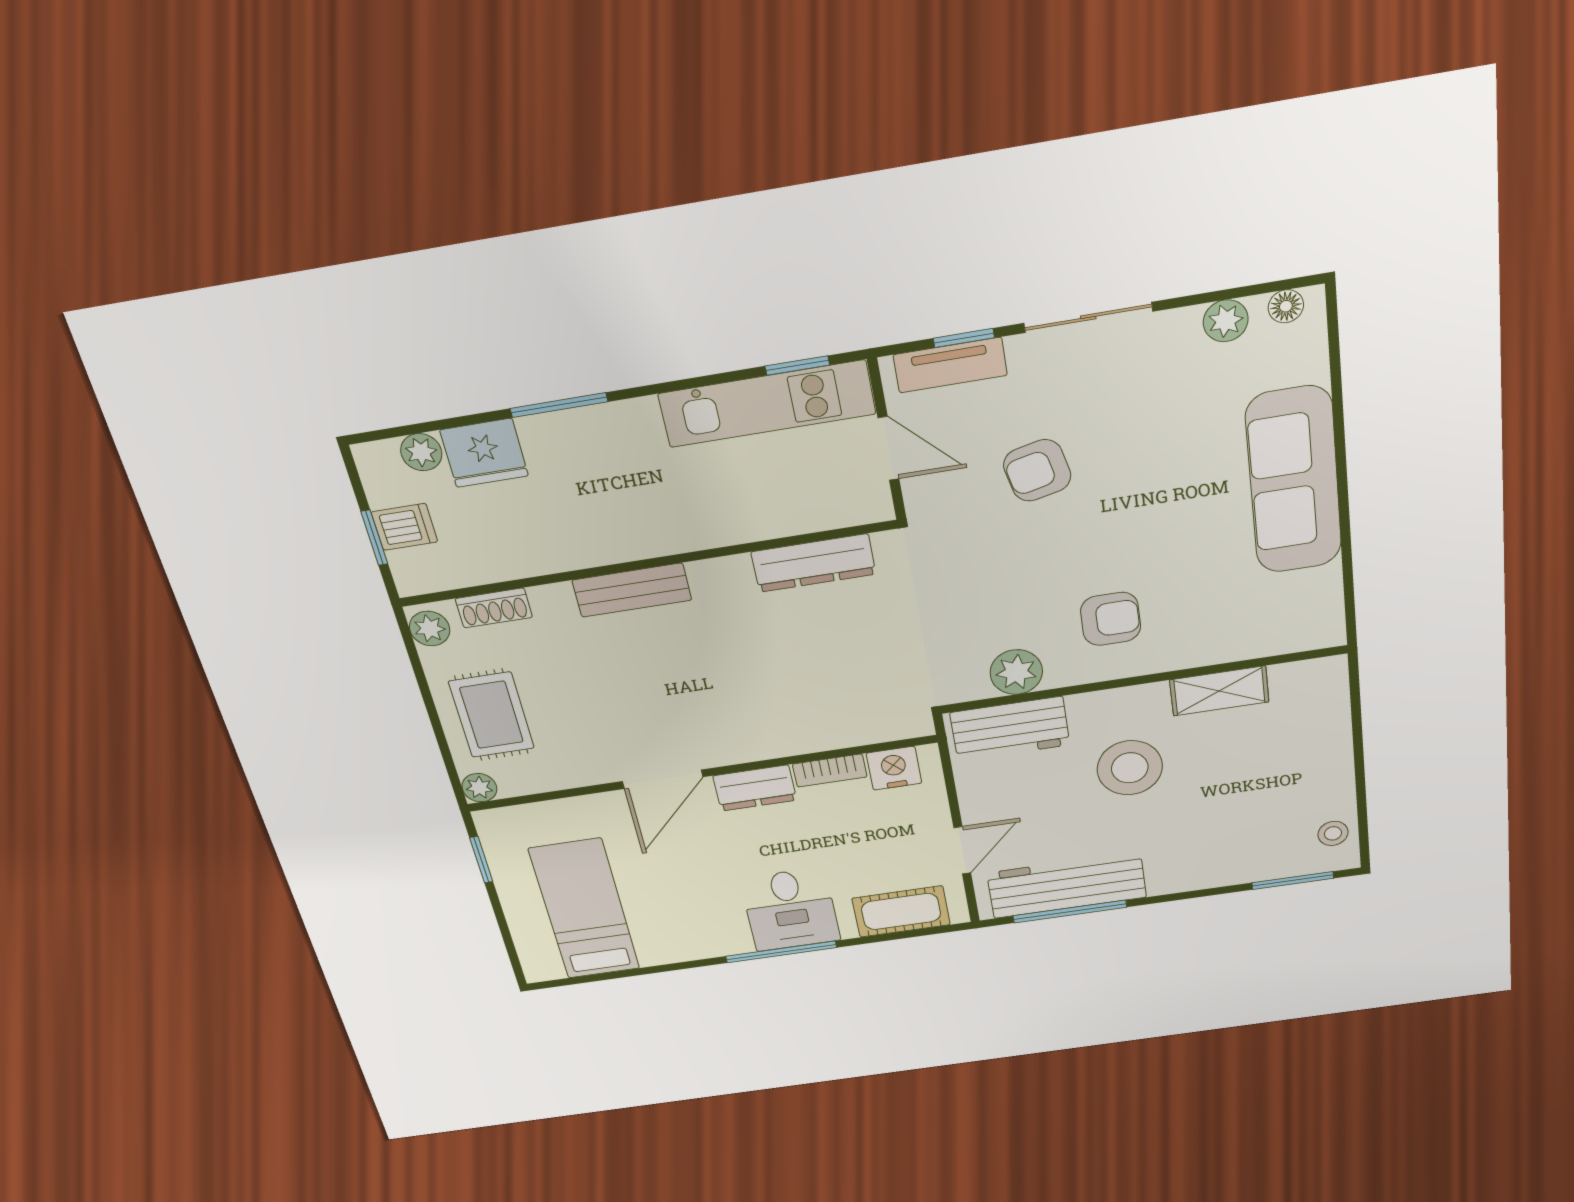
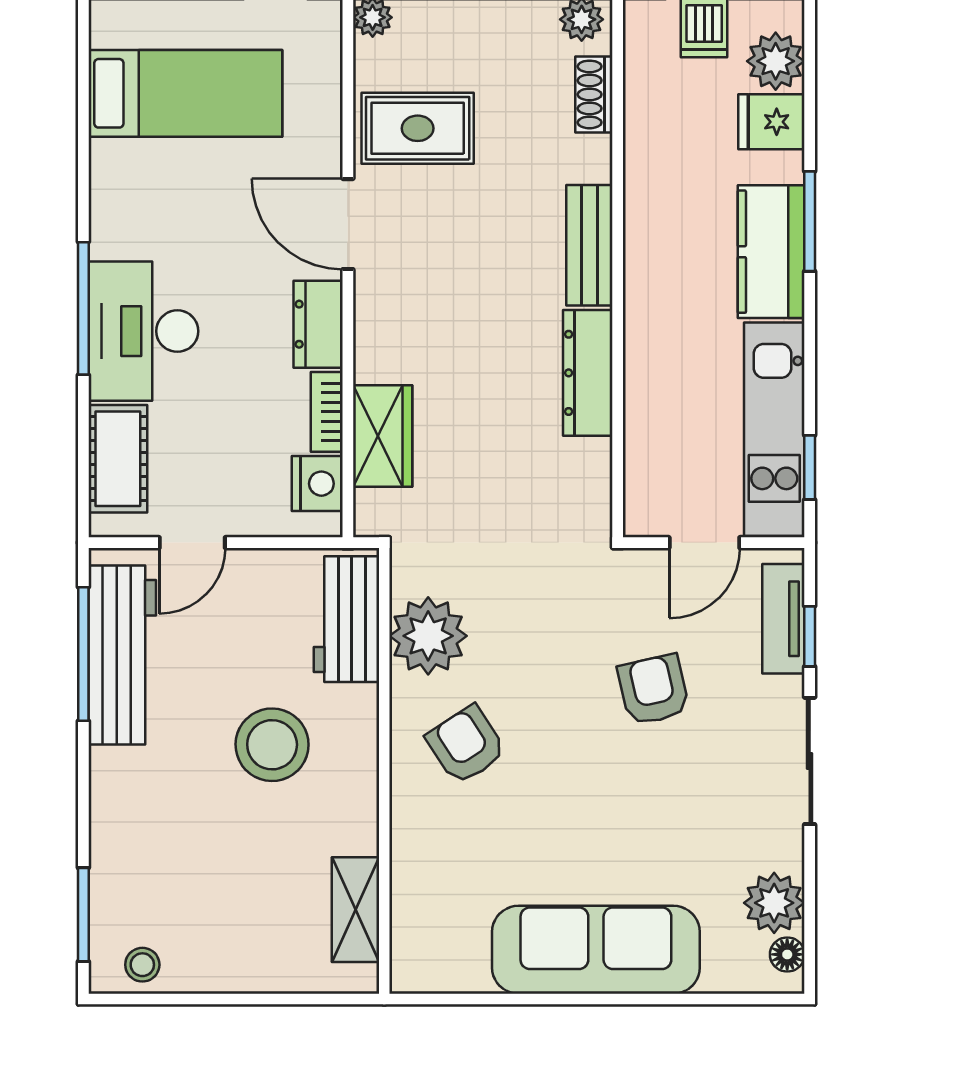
plant: (1226, 321) -> (774, 903), width x1.38, depth x1.38
kitchen counter: (597, 435) -> (771, 252), added
plant: (421, 452) -> (776, 61), width x1.38, depth x1.38
fridge: (484, 453) -> (771, 122), width x0.72
dresser: (814, 563) -> (588, 373), moved
armchair: (1111, 619) -> (466, 745), turned 147
plant: (1016, 672) -> (428, 636), width x1.36, depth x1.36
shelving: (1219, 691) -> (355, 910), moved
rug: (491, 715) -> (418, 128), moved
wardrobe: (842, 726) -> (383, 436), added
door: (962, 850) -> (192, 543), hinge flipped
desk: (790, 909) -> (143, 331), width x1.37

